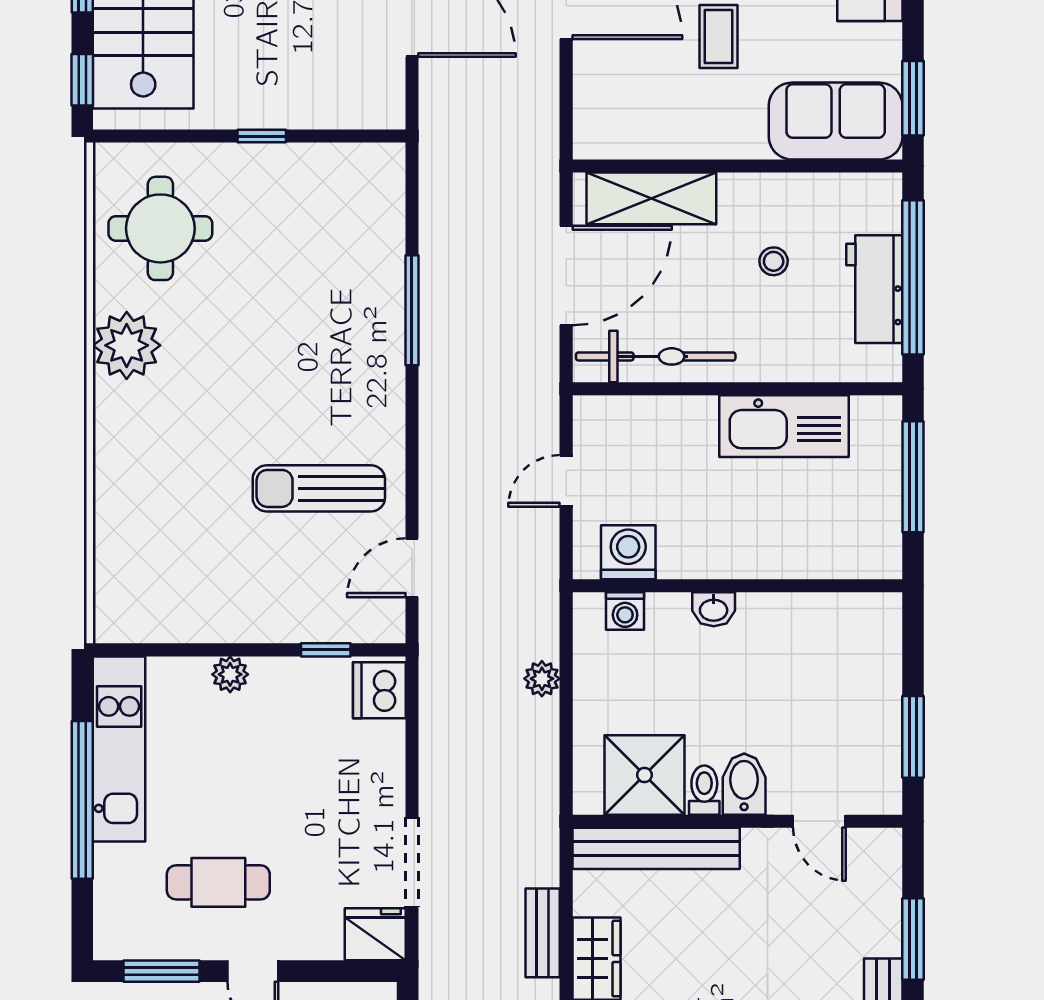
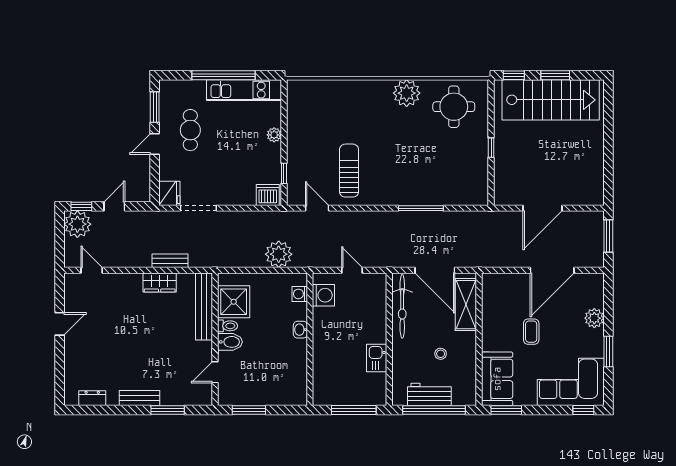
coffee table: (719, 36) -> (531, 332), turned 90
kitchen sink: (784, 426) -> (377, 358), width x0.53, depth x0.81
plant: (542, 679) -> (279, 254), width x1.87, depth x1.87

